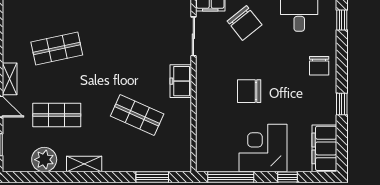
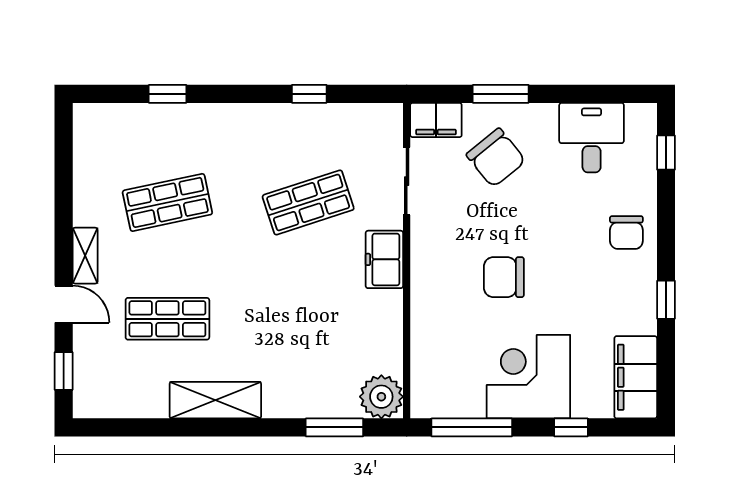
shop shelf: (137, 115) -> (308, 202), moved, turned -42
plant: (44, 160) -> (381, 397), moved
shelving: (84, 164) -> (215, 400), width x1.50, depth x1.33

